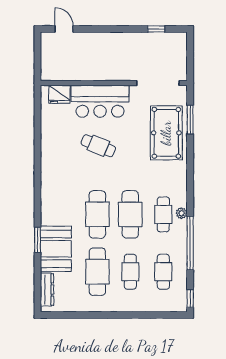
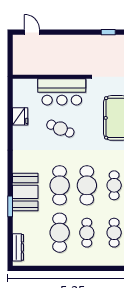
fridge: (59, 94) -> (20, 116), moved, turned -90
booth: (56, 249) -> (25, 192), moved

